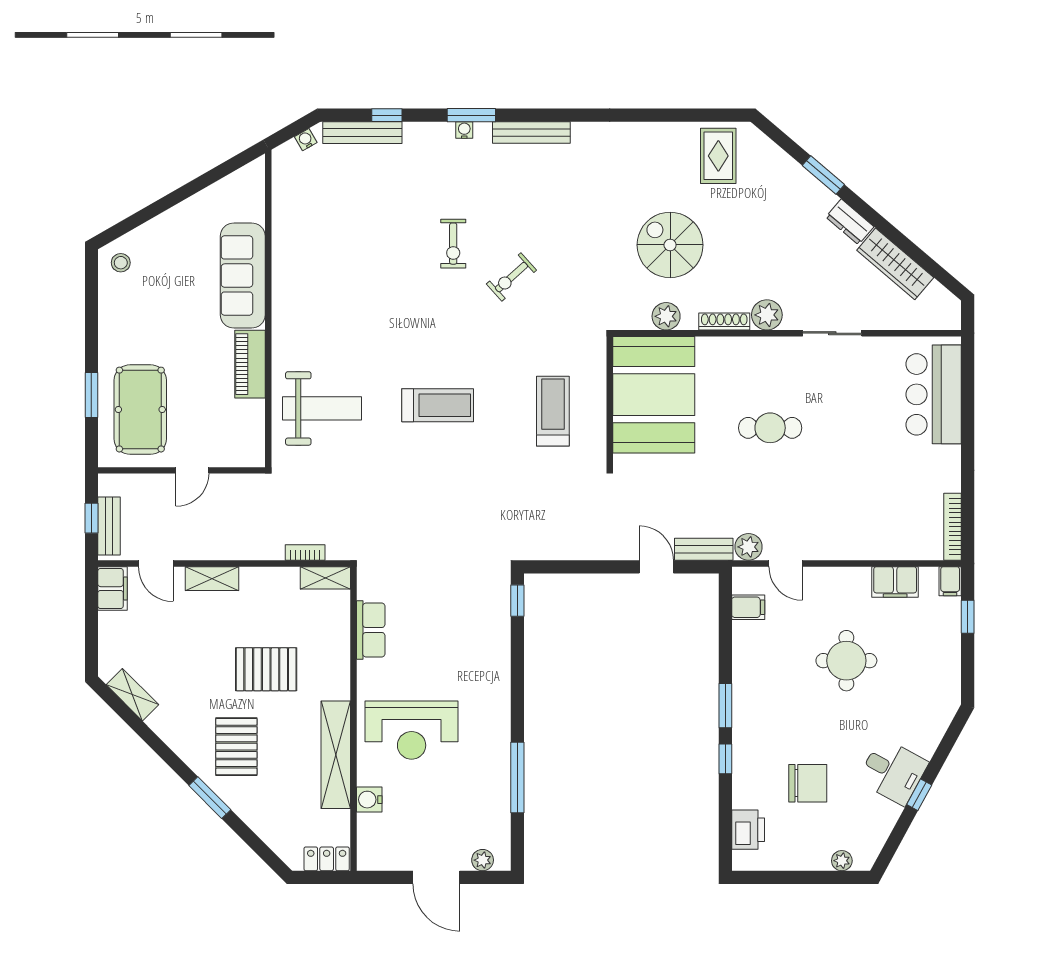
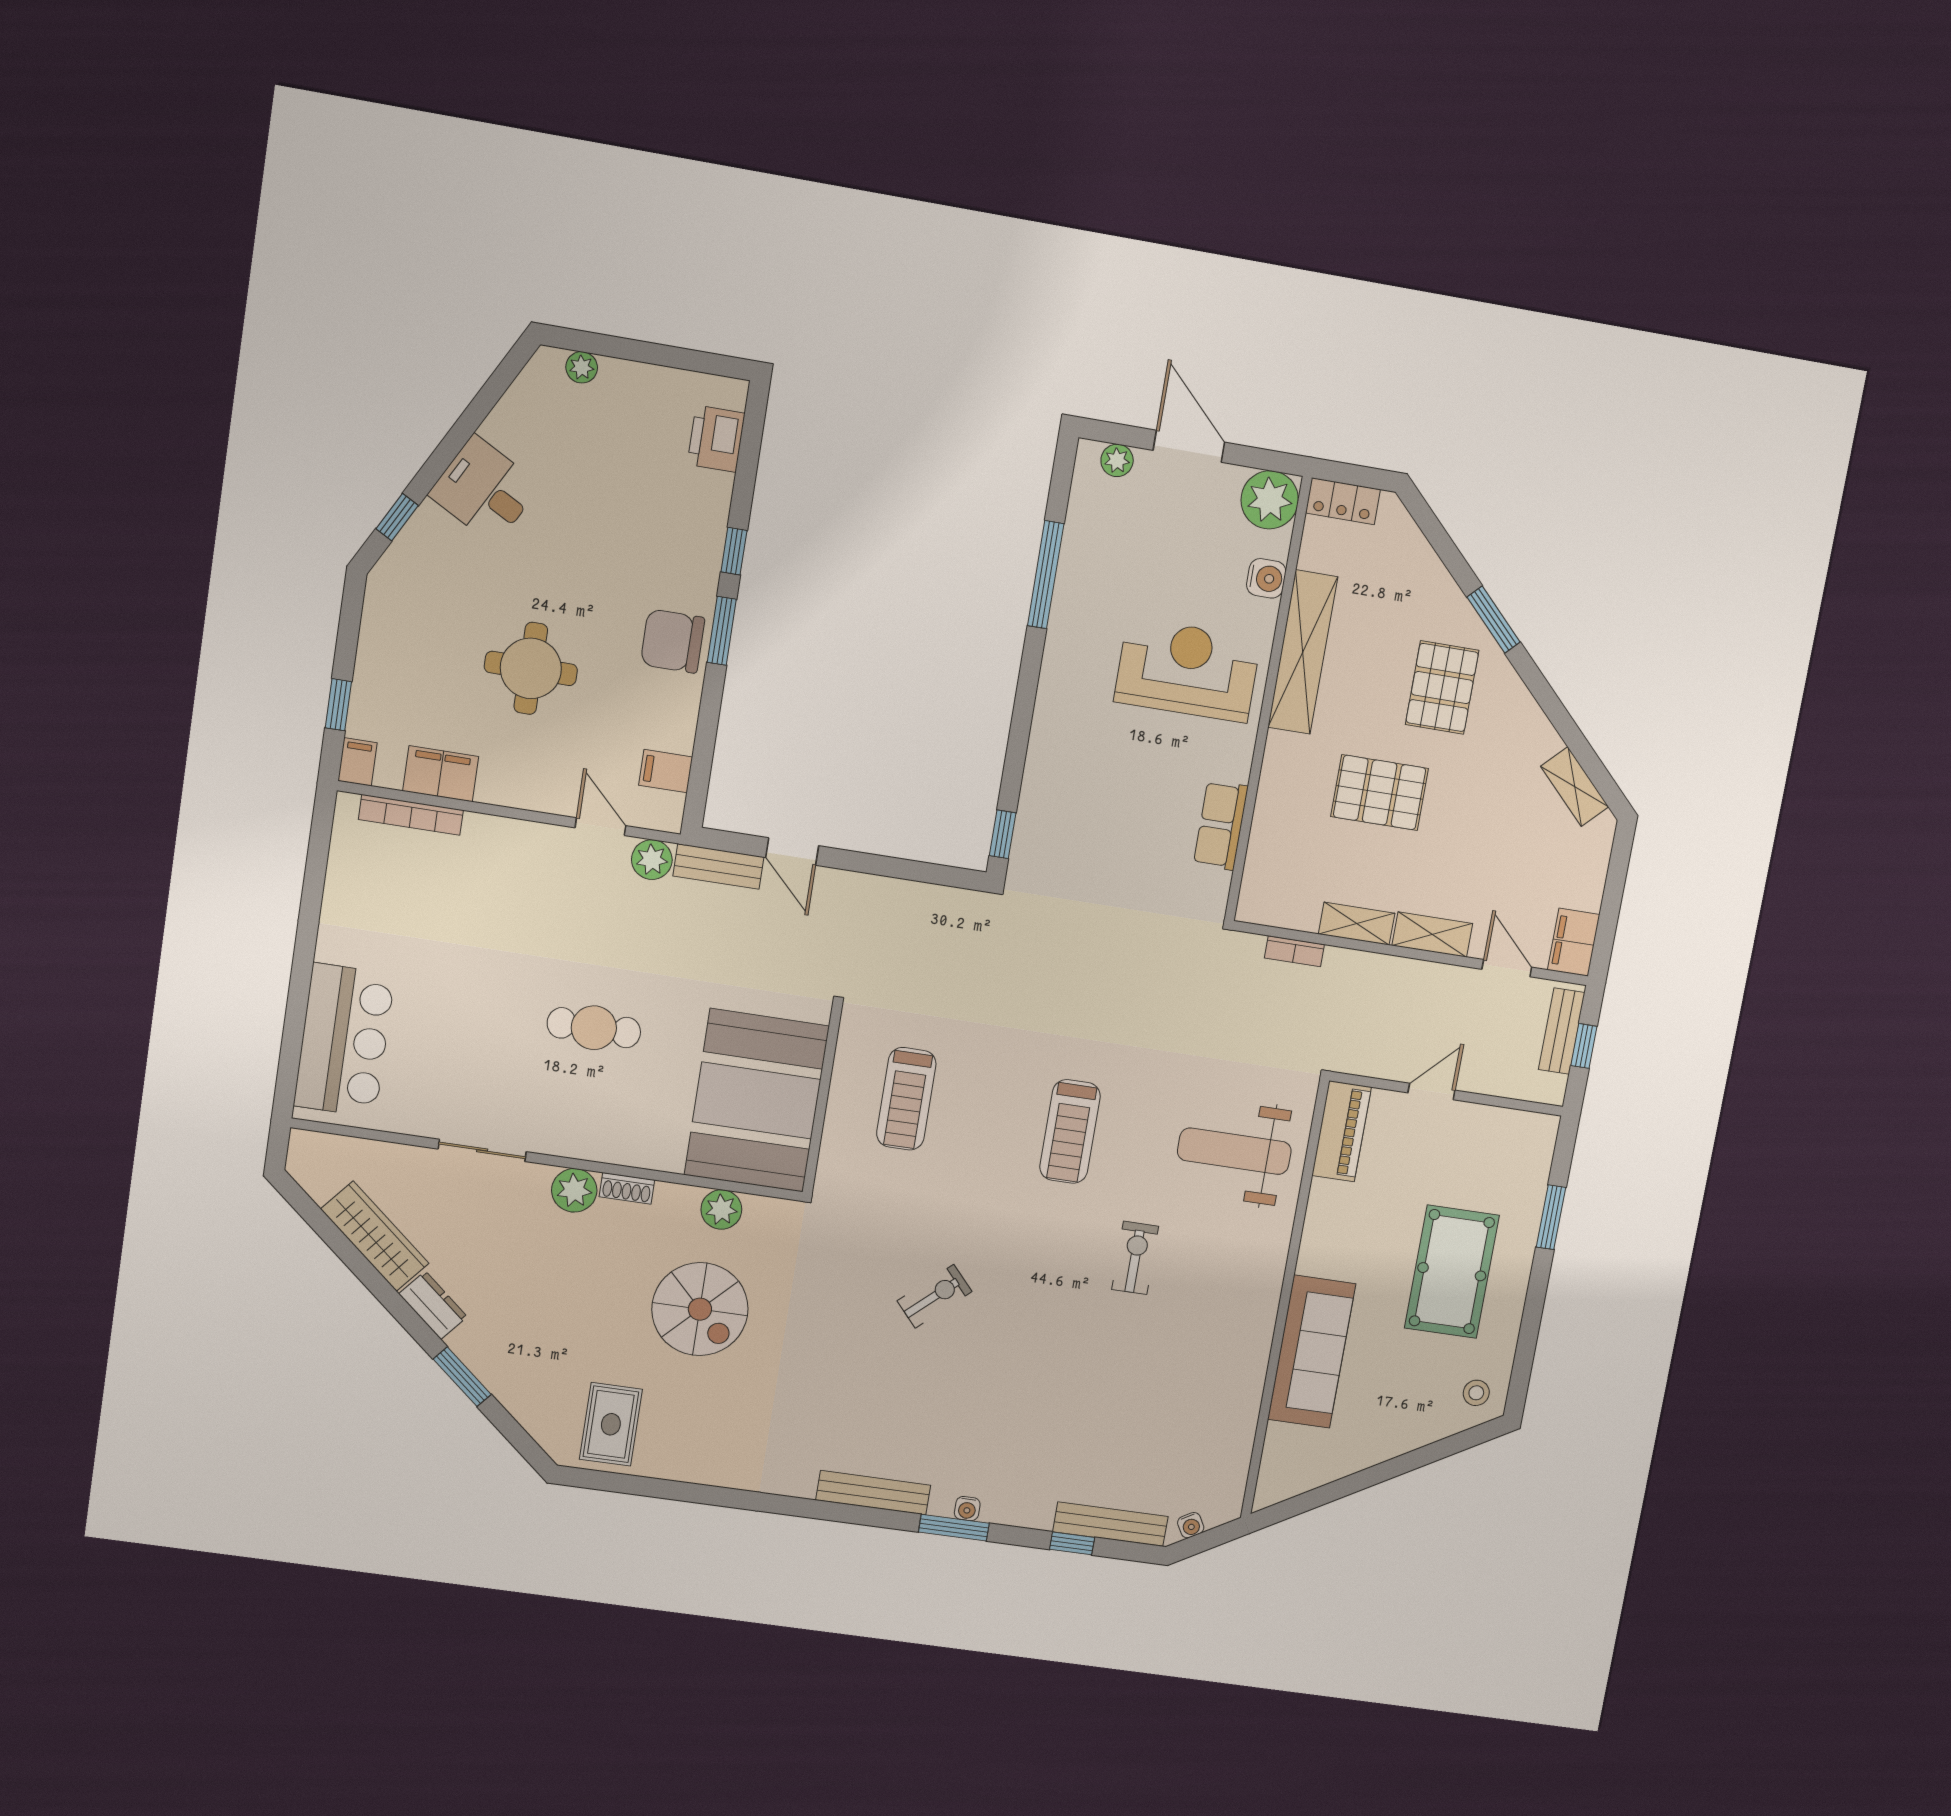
exercise bike: (453, 244) -> (1135, 1258), moved
shoe rack: (724, 321) -> (627, 1188), width x0.70
piano: (250, 364) -> (1342, 1131), moved
treadmill: (438, 405) -> (1070, 1131), turned -90
pool table: (140, 410) -> (1452, 1272), moved
bookcase: (952, 527) -> (411, 815), moved, turned 90
shelving: (325, 578) -> (1357, 924), moved
chair: (808, 783) -> (673, 641), moved
window: (919, 795) -> (397, 517), moved
plant: (376, 851) -> (1270, 500), added

